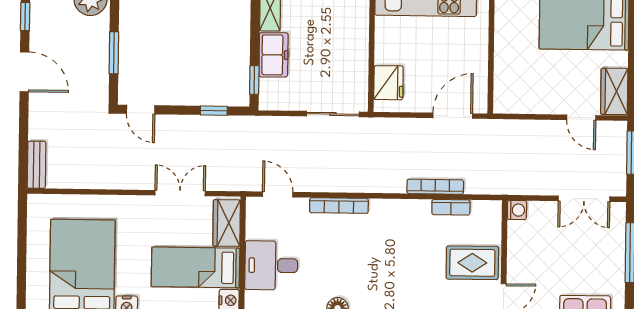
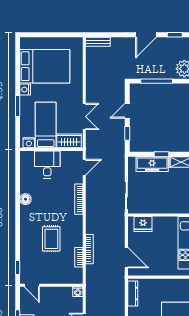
window: (114, 53) -> (157, 81), width x1.44
freezer: (274, 55) -> (152, 164), width x1.40
window: (254, 80) -> (161, 154), moved
dresser: (522, 104) -> (133, 294), added
door: (141, 110) -> (127, 111), moved
rug: (472, 263) -> (51, 239), moved

